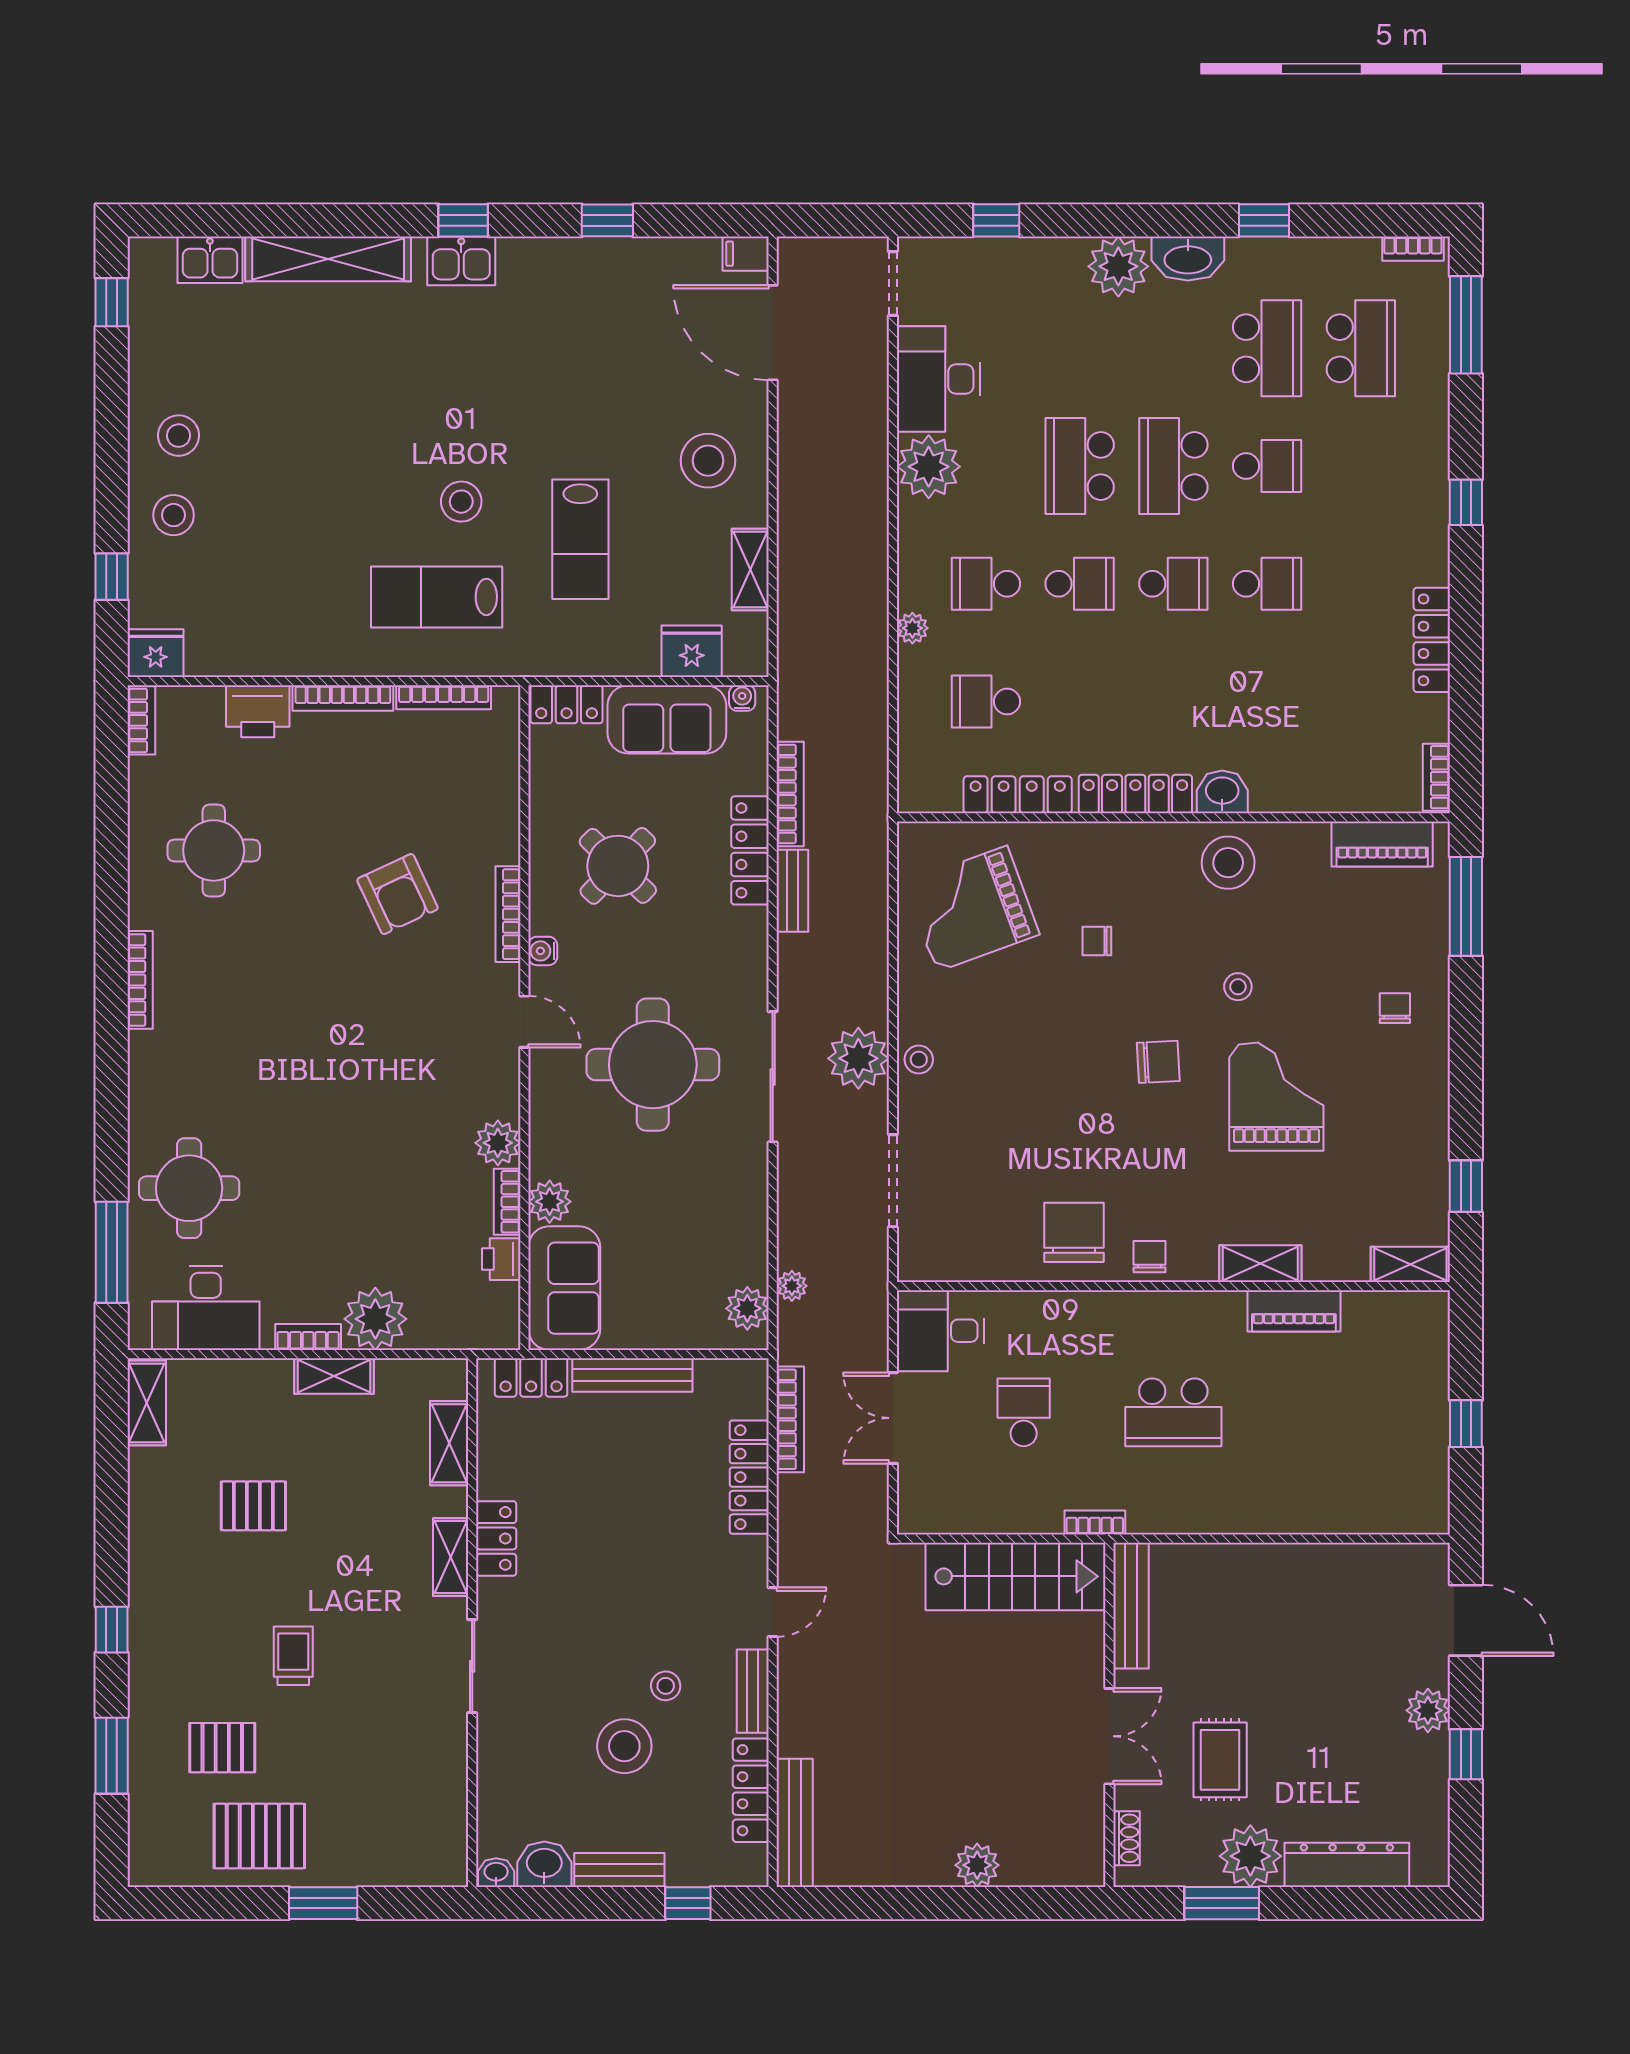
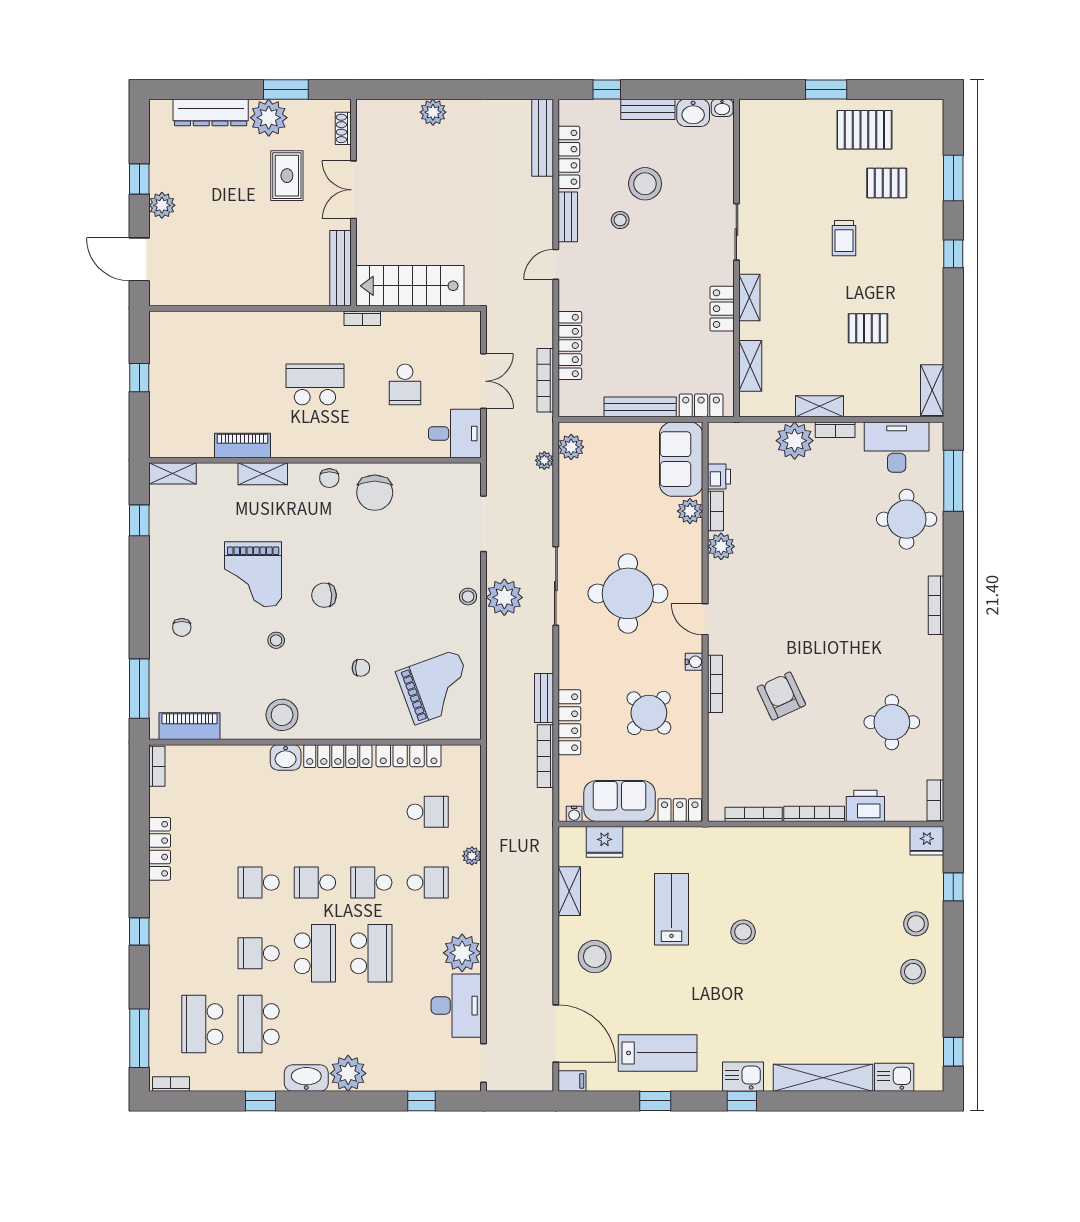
lab bench: (437, 597) -> (658, 1053), moved
bookcase: (140, 980) -> (936, 605), moved

